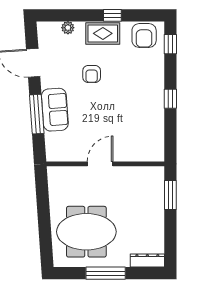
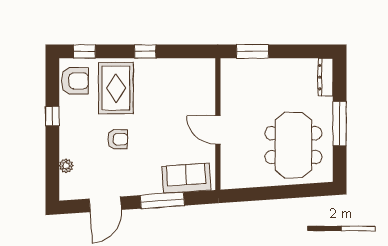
rug: (103, 33) -> (116, 88), moved, width x1.36, depth x1.43
sofa: (55, 110) -> (186, 178), moved

